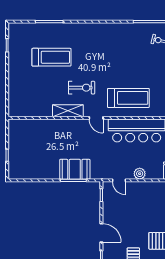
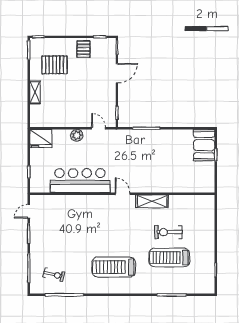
exercise bike: (82, 88) -> (168, 232), moved
treadmill: (128, 98) -> (114, 267), moved
booth: (75, 169) -> (204, 145), moved, turned 90
door: (101, 233) -> (117, 73), swing flipped

